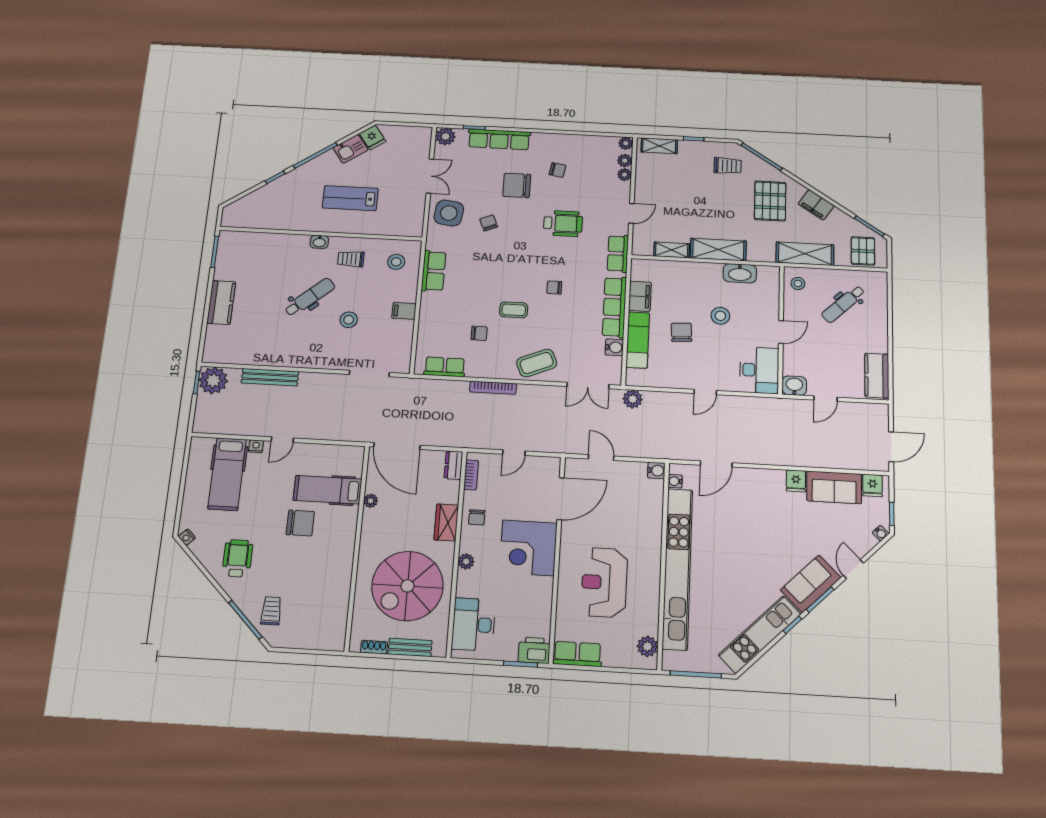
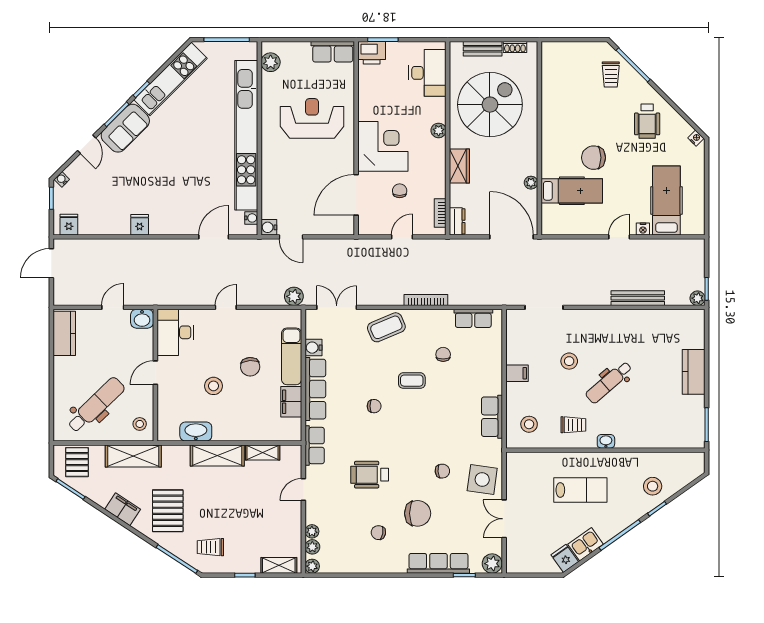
stool: (277, 198) -> (653, 486), added
chair: (489, 223) -> (442, 471), turned -72
dental chair: (843, 304) -> (96, 405), width x1.36, depth x1.38
chair: (479, 333) -> (443, 354), turned 90
plant: (213, 380) -> (698, 298), width x0.53, depth x0.53
door: (601, 457) -> (291, 237), moved
sofa: (834, 487) -> (104, 221), removed
chair: (477, 517) -> (400, 191), moved
reception desk: (604, 582) -> (312, 118), turned -90

